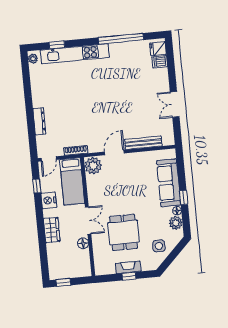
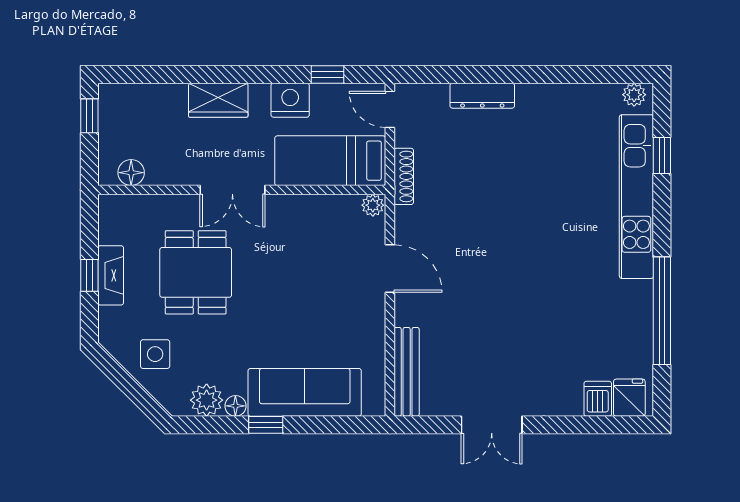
double door: (175, 104) -> (492, 425), swing flipped
bench: (143, 143) -> (407, 372), moved
plant: (93, 166) -> (373, 205), width x0.53, depth x0.53
dining table: (124, 232) -> (196, 272), turned 90
floor lamp: (83, 243) -> (131, 173), moved

